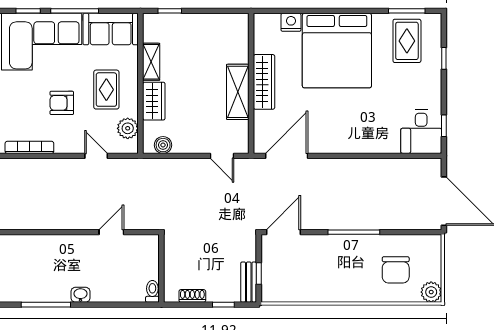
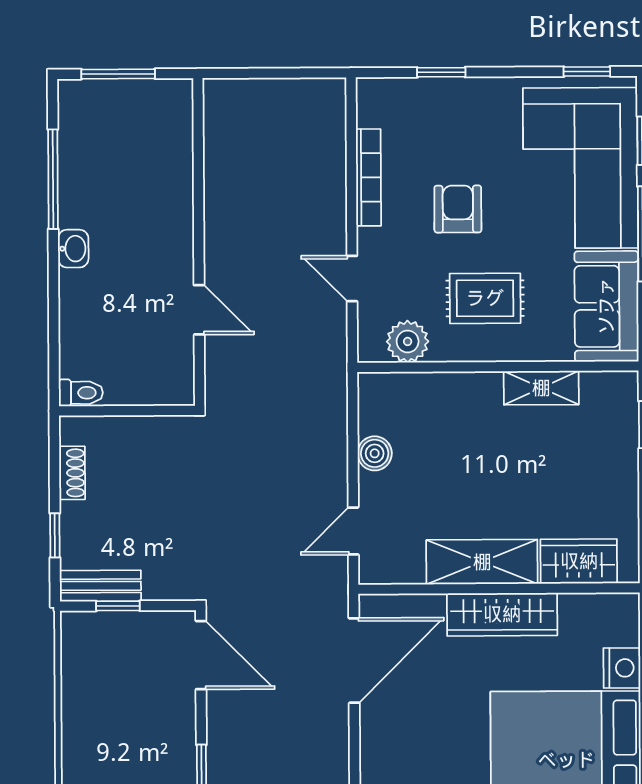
wardrobe: (154, 101) -> (579, 561), moved, turned 180
boiler: (163, 145) -> (375, 453), moved
bookcase: (29, 147) -> (368, 177), moved
door: (96, 156) -> (352, 279), swing flipped
door: (287, 156) -> (354, 661), hinge flipped

